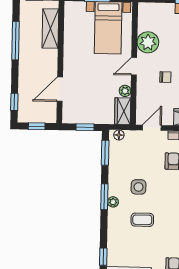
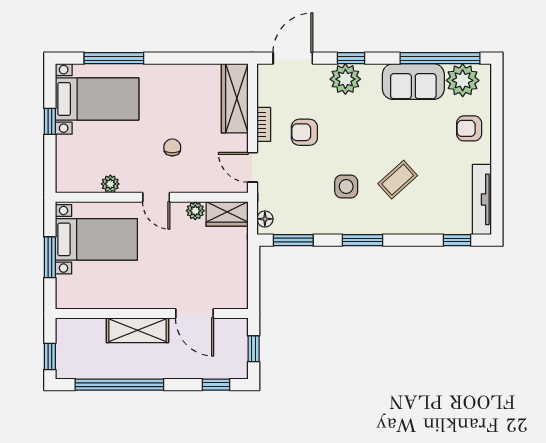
shelving: (50, 29) -> (137, 330), moved
window: (16, 41) -> (119, 385), width x1.46
plant: (148, 42) -> (110, 184), width x0.53, depth x0.53
window: (85, 127) -> (254, 273), removed
plant: (113, 202) -> (371, 226), removed
coffee table: (142, 220) -> (398, 180), turned 48

